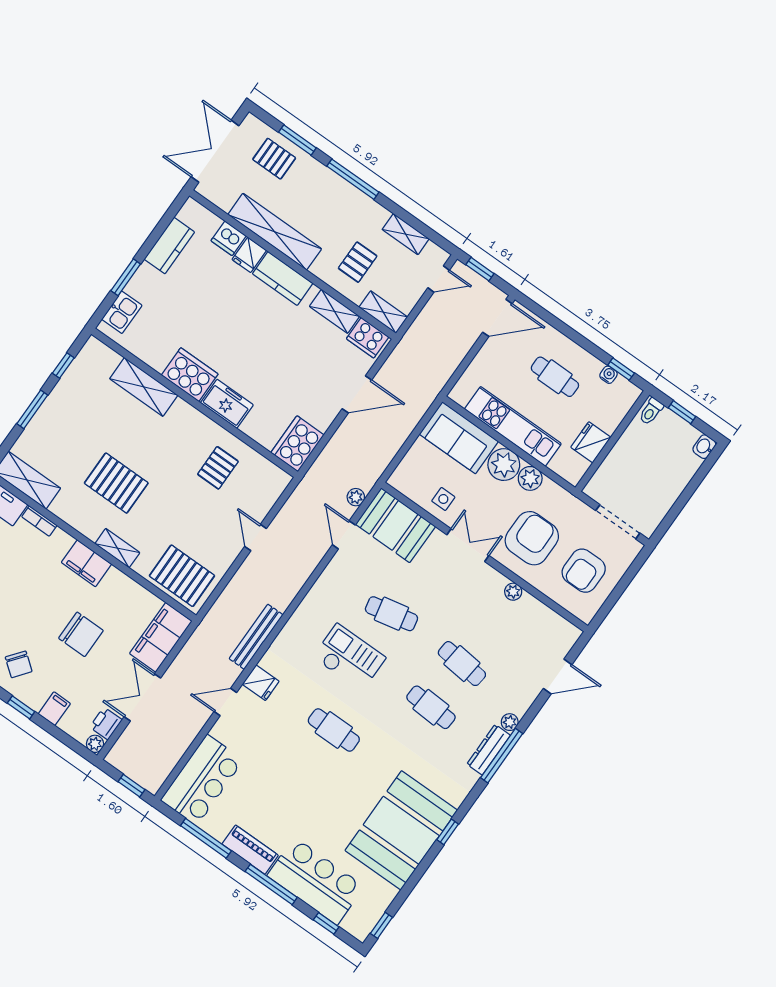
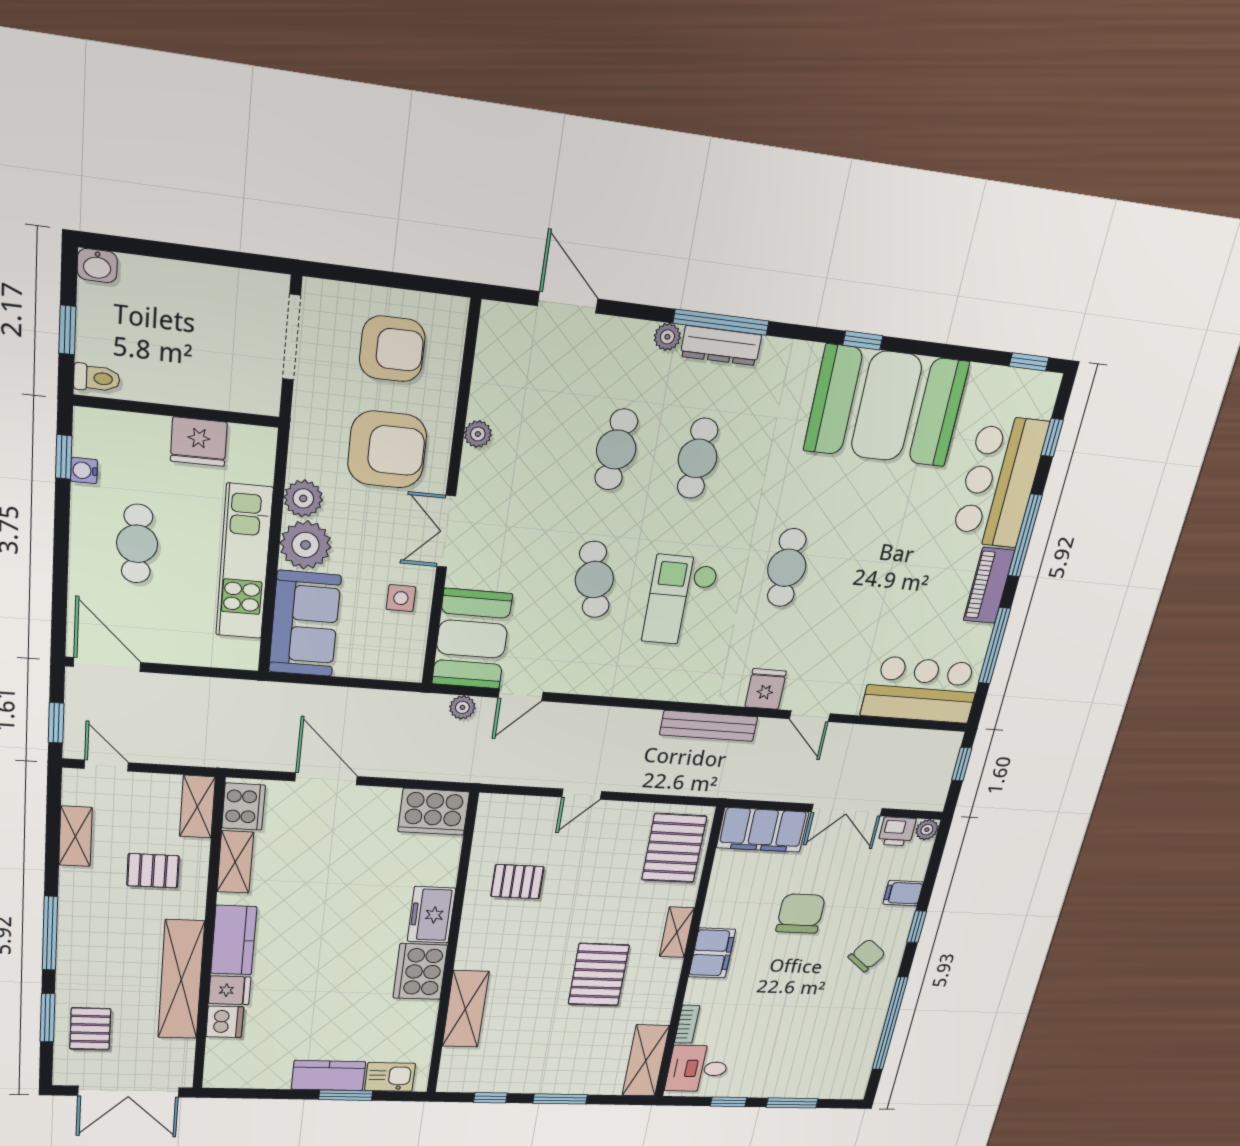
kitchen counter: (169, 246) -> (329, 1075), moved
armchair: (532, 538) -> (387, 450), turned 180

